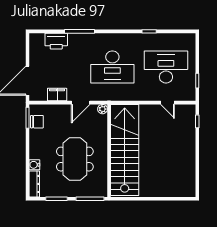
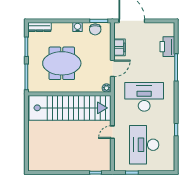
desk: (112, 67) -> (144, 97), turned 90
desk: (166, 67) -> (144, 145), turned 180
door: (81, 103) -> (112, 68), swing flipped
door: (168, 103) -> (112, 132), moved
water cooler: (34, 165) -> (78, 27), moved

